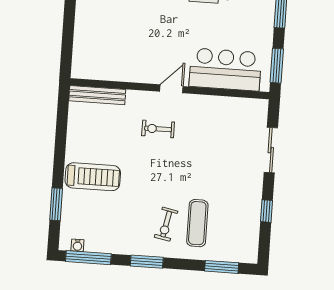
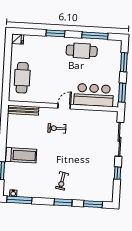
cafe table: (96, 37) -> (22, 78), added
sliding door: (271, 150) -> (119, 139), width x1.37
exercise mat: (197, 223) -> (79, 180), removed
window: (147, 262) -> (63, 202), moved

